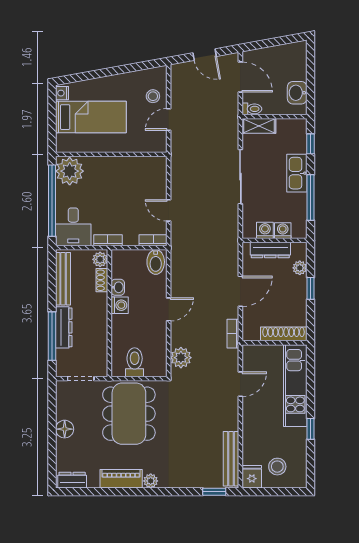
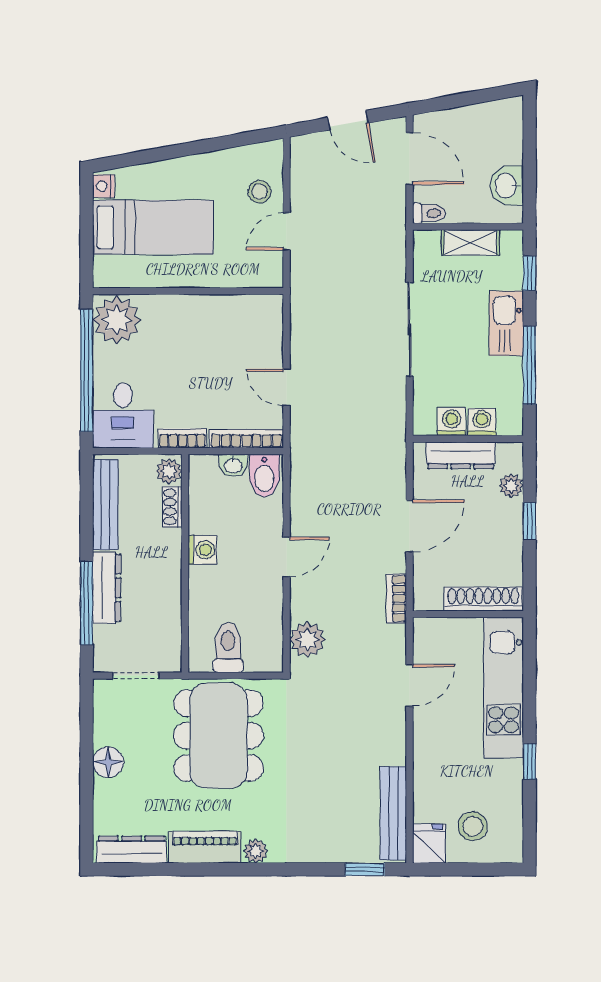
shelving: (259, 126) -> (471, 243), moved
bookcase: (153, 240) -> (246, 439), width x1.56
washbasin: (118, 287) -> (233, 465), moved, turned 90
dresser: (72, 480) -> (132, 850), width x1.44

